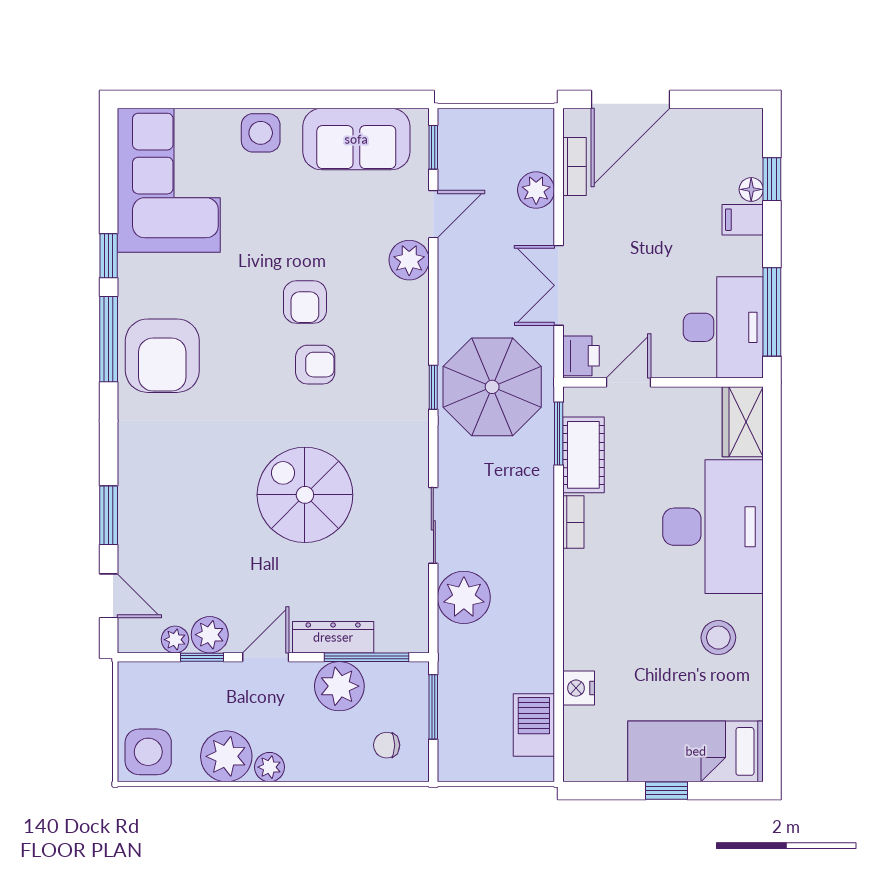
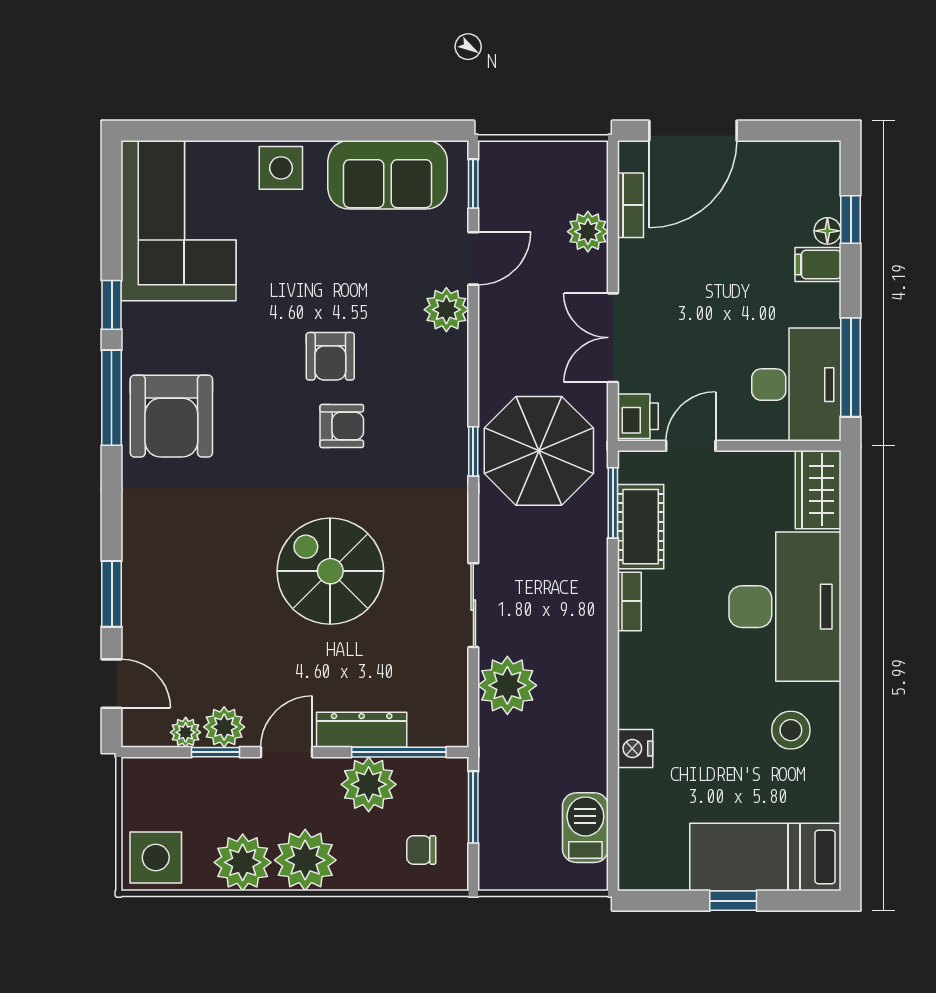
nightstand: (579, 688) -> (635, 748), moved
plant: (269, 767) -> (305, 860), width x1.88, depth x1.88

